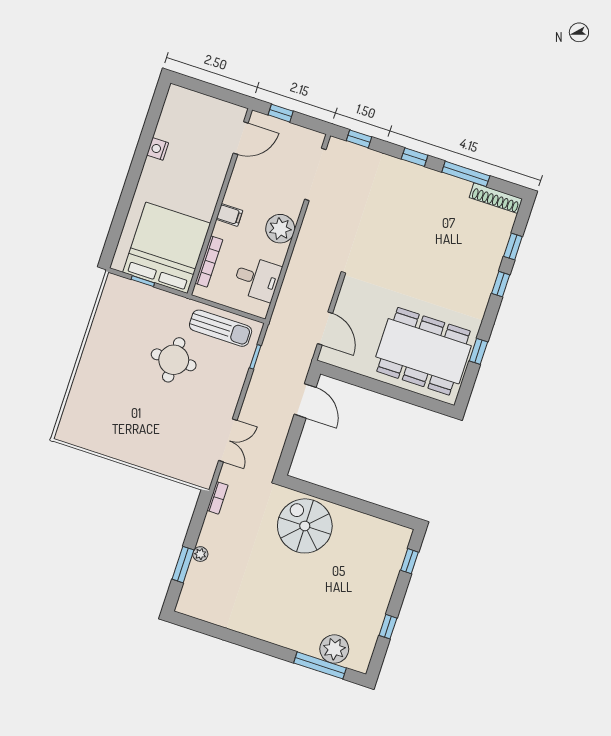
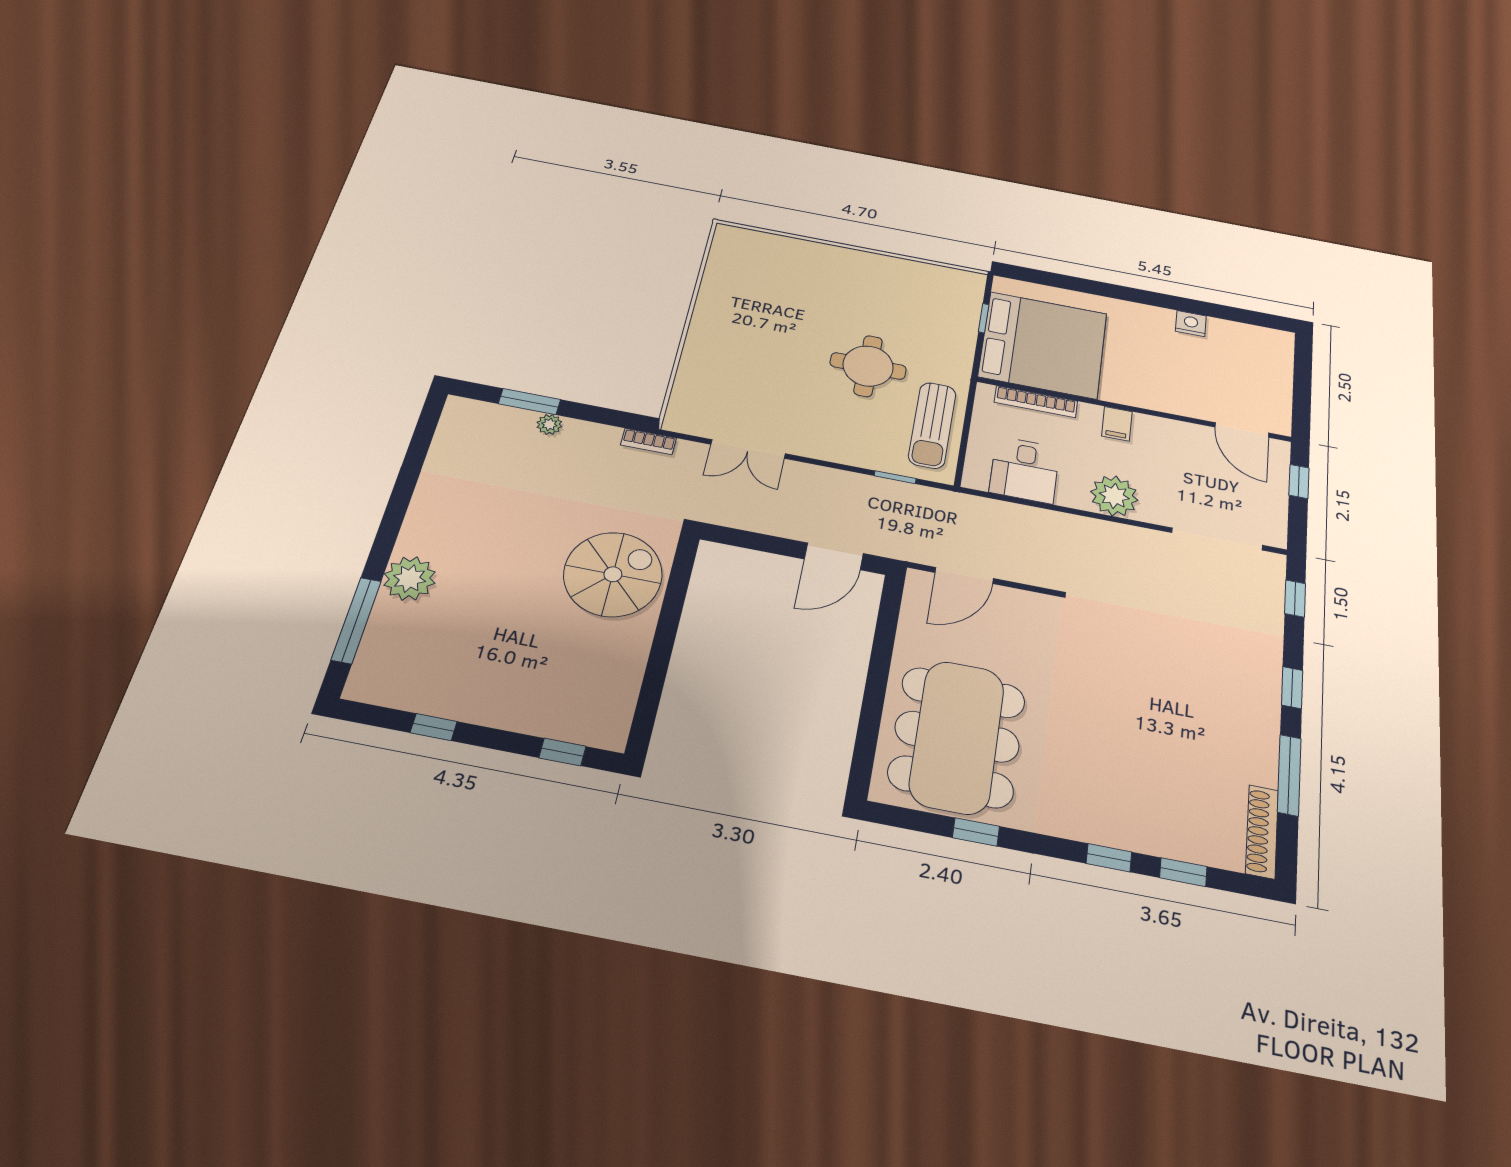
plant: (334, 649) -> (410, 579), moved

